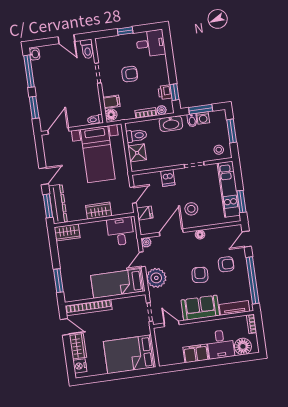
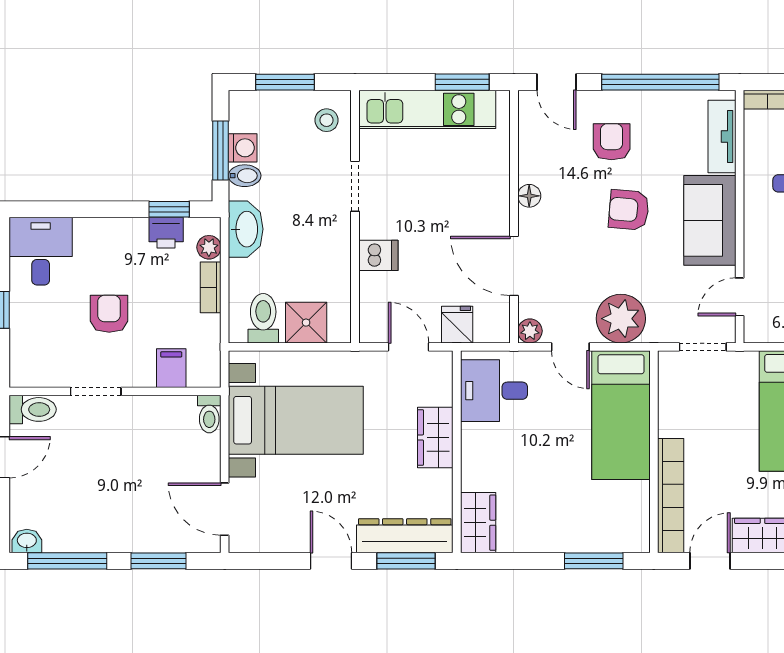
floor lamp: (111, 115) -> (203, 373), removed
stool: (191, 209) -> (463, 208), removed

